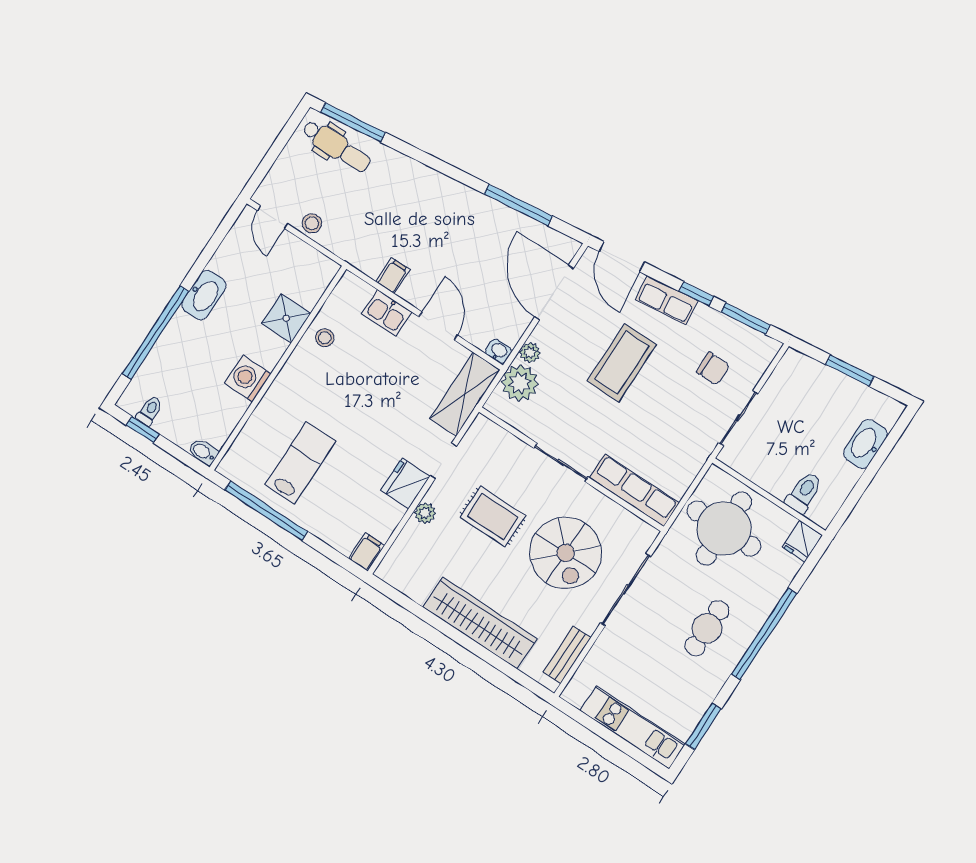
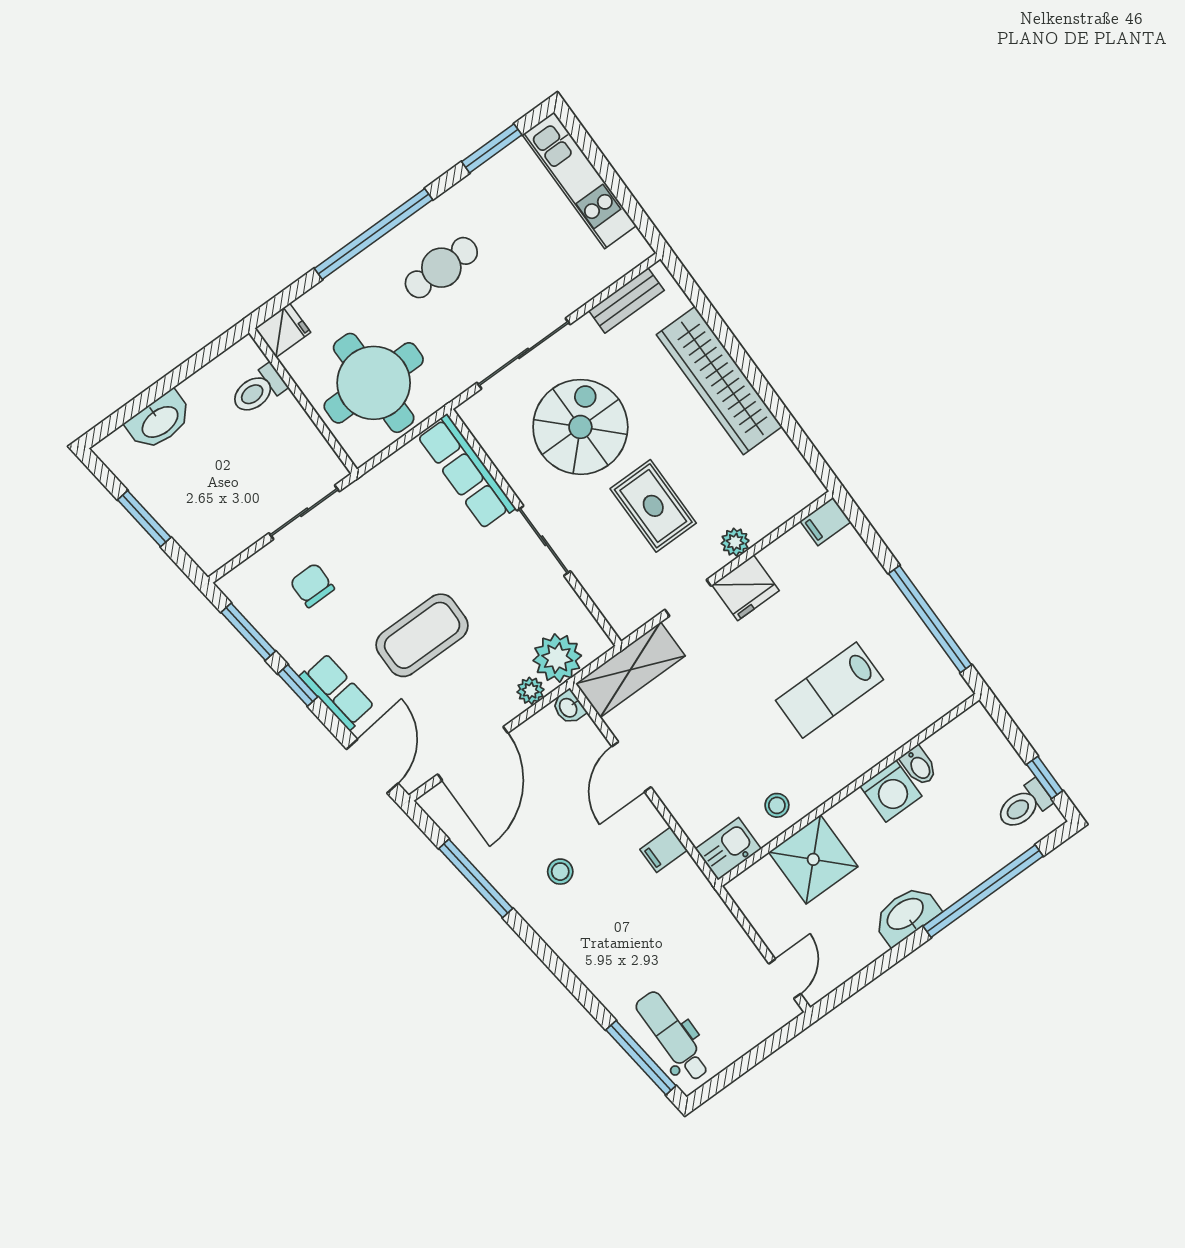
stool: (312, 223) -> (560, 872), moved
kitchen sink: (387, 313) -> (728, 849), moved, turned -90
shower: (286, 318) -> (813, 859), width x1.36, depth x1.36
toilet: (150, 411) -> (1024, 805), width x1.37, depth x1.39
bidet: (203, 452) -> (919, 766), moved
lab bench: (300, 463) -> (829, 690), moved

